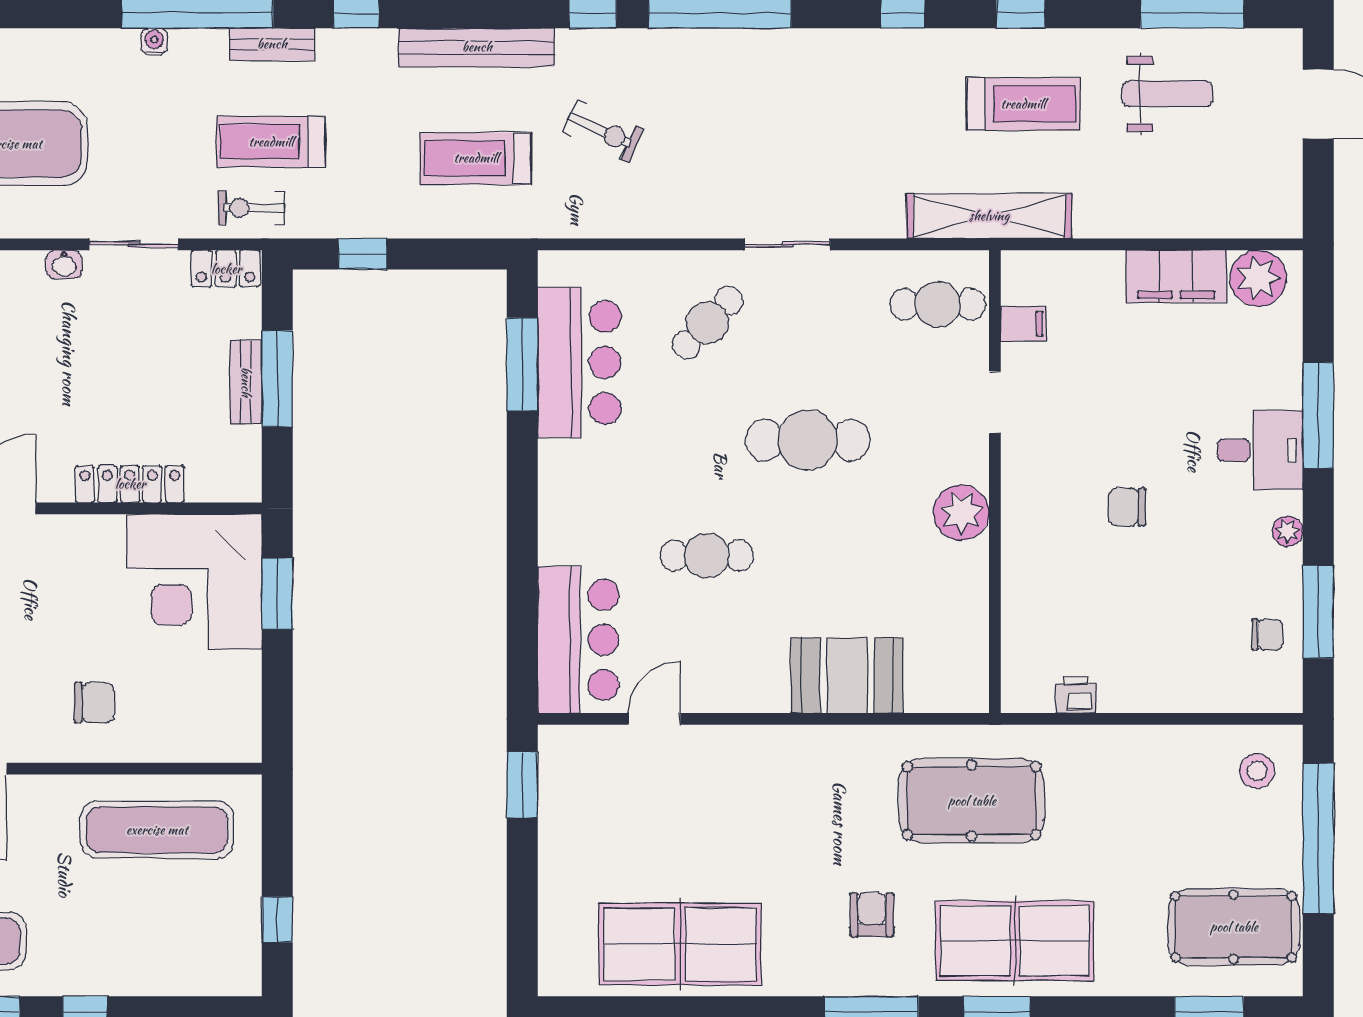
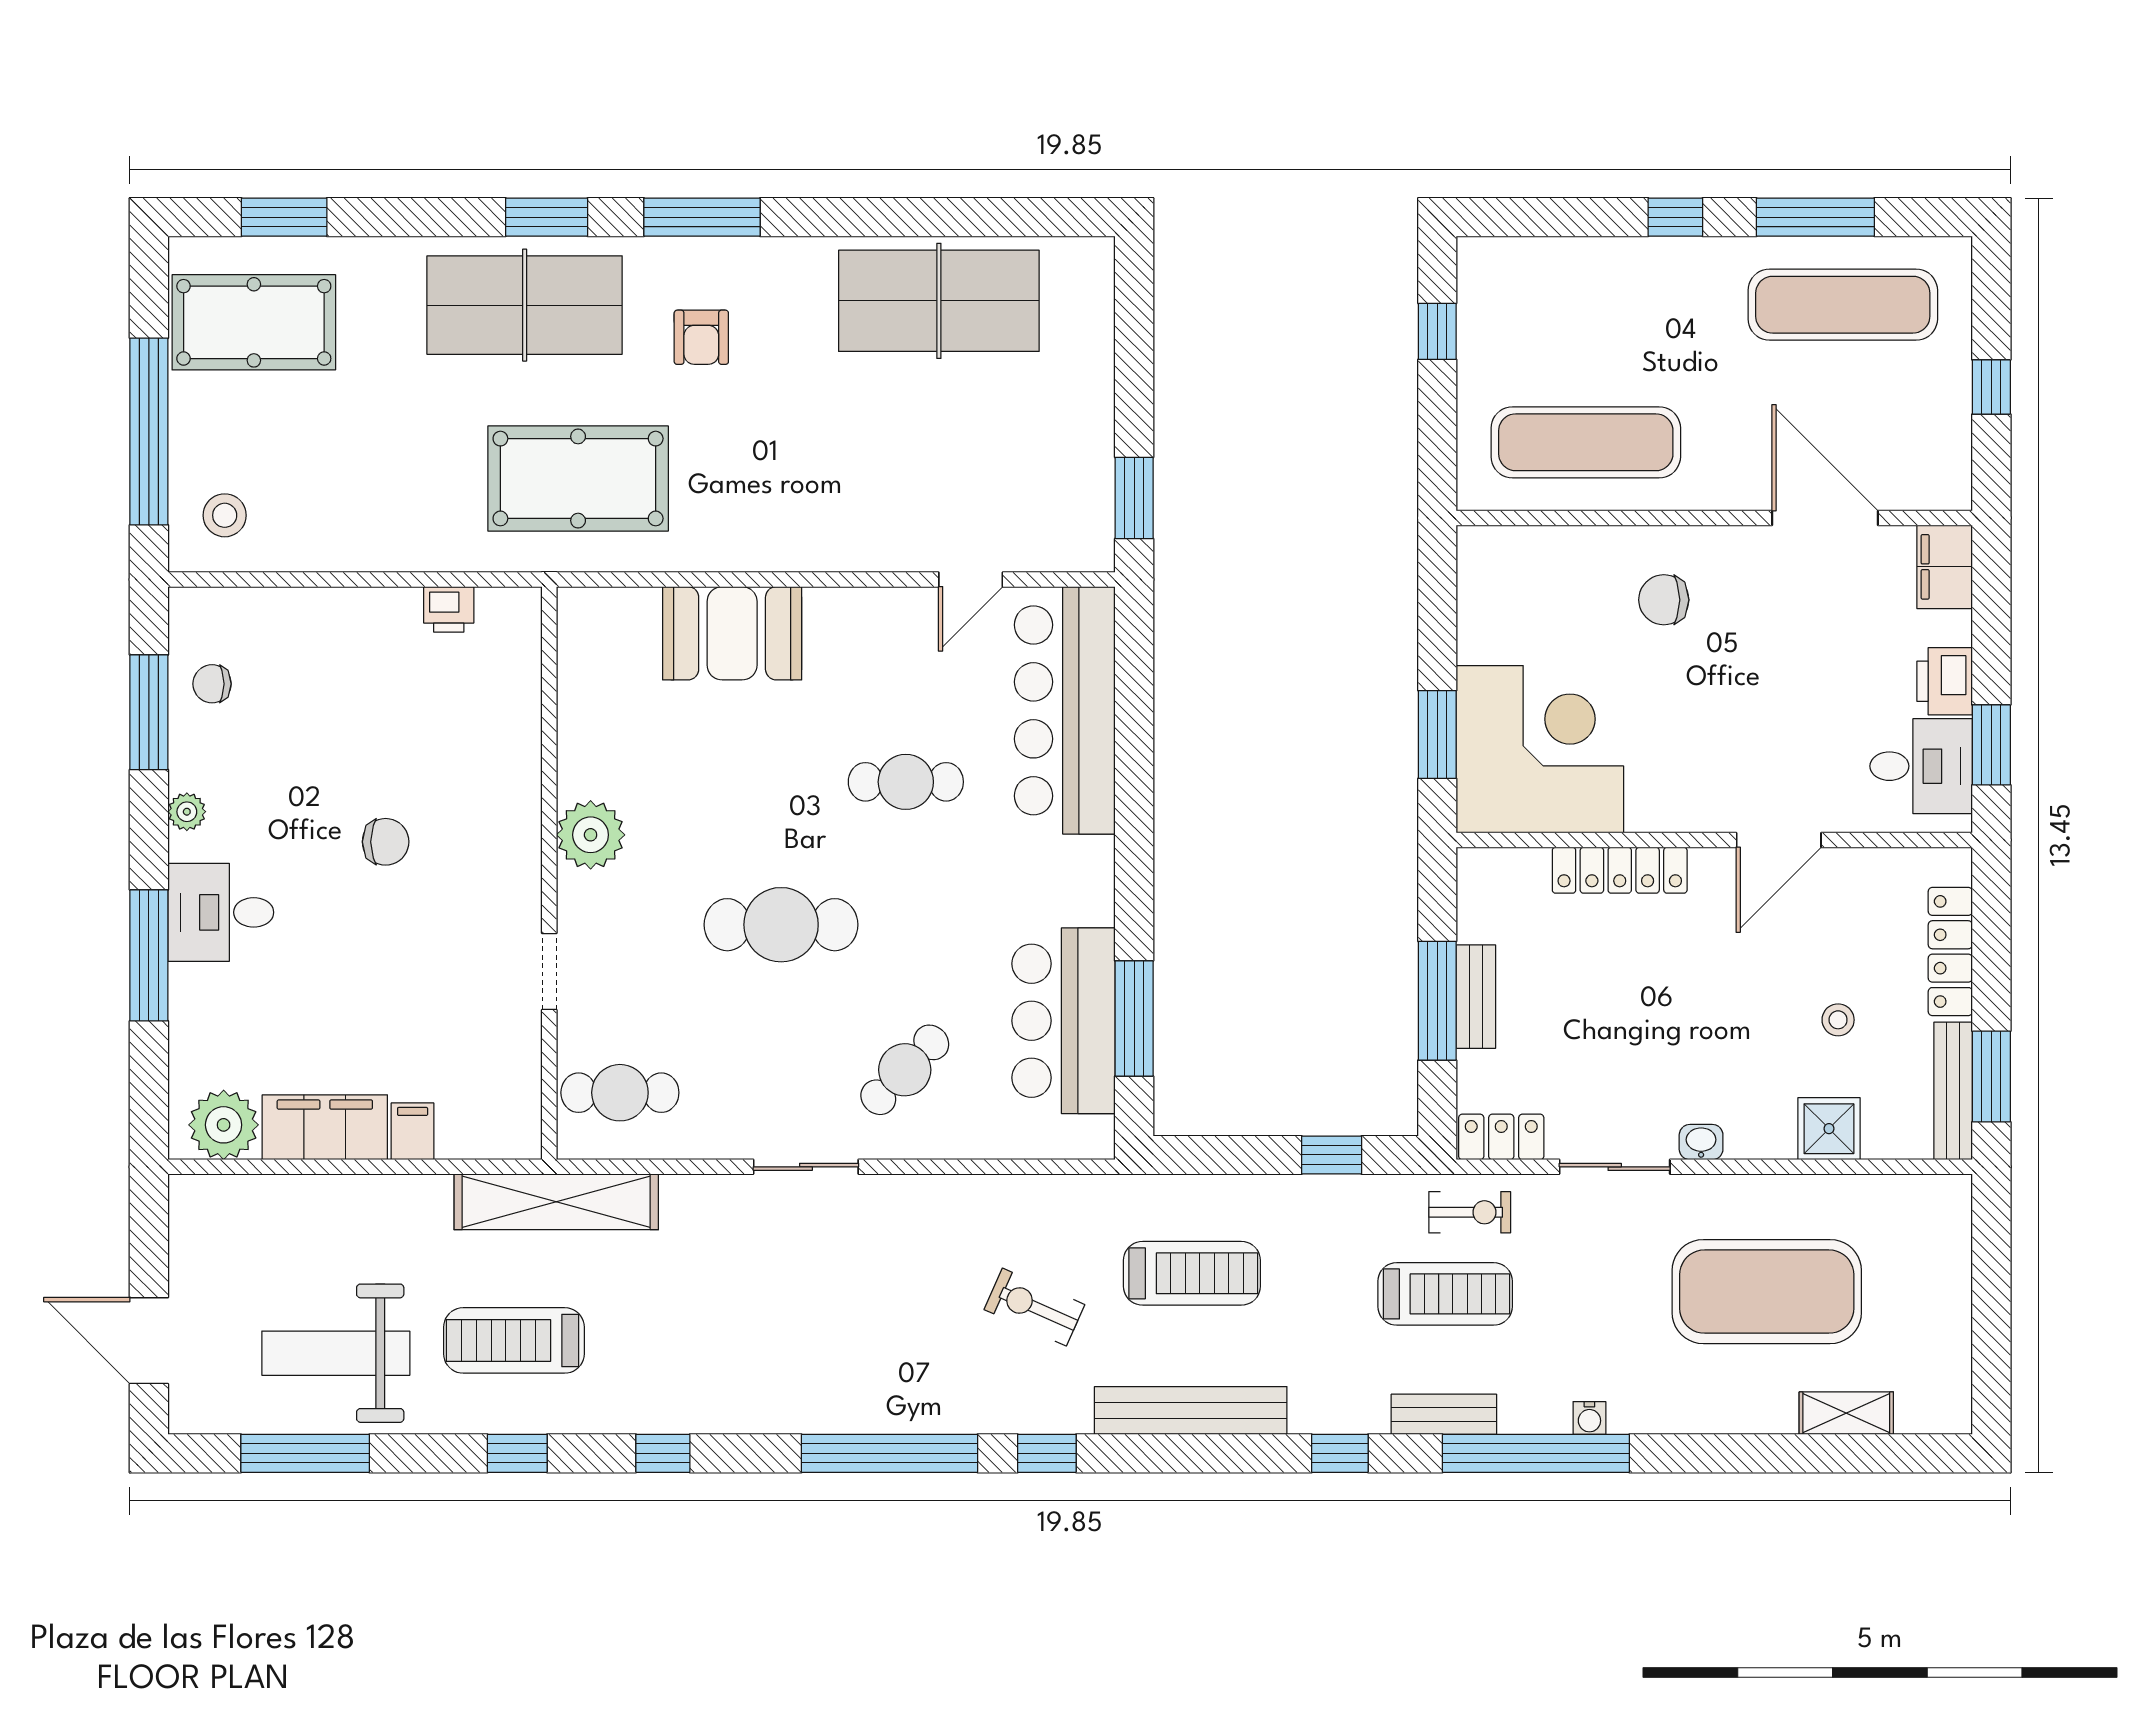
weight bench: (1167, 94) -> (336, 1353), width x1.36, depth x1.33
filing cabinet: (1024, 324) -> (413, 1131), moved, turned 90
bar counter: (578, 640) -> (1065, 710), width x1.36

